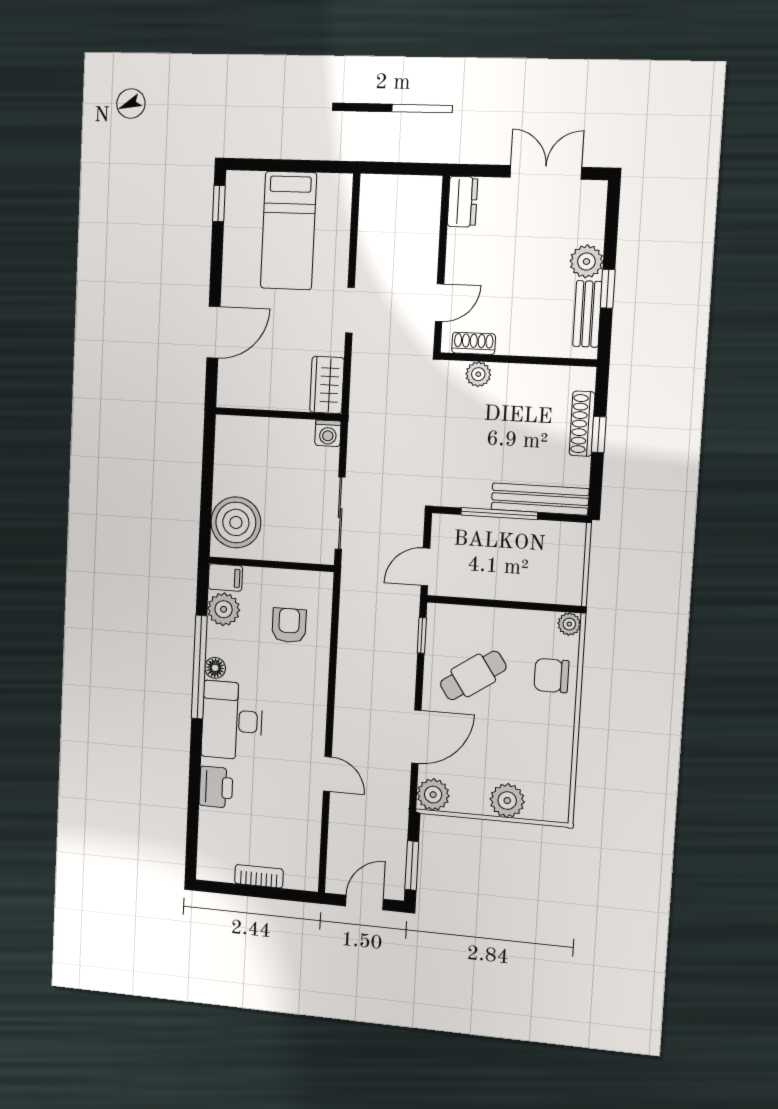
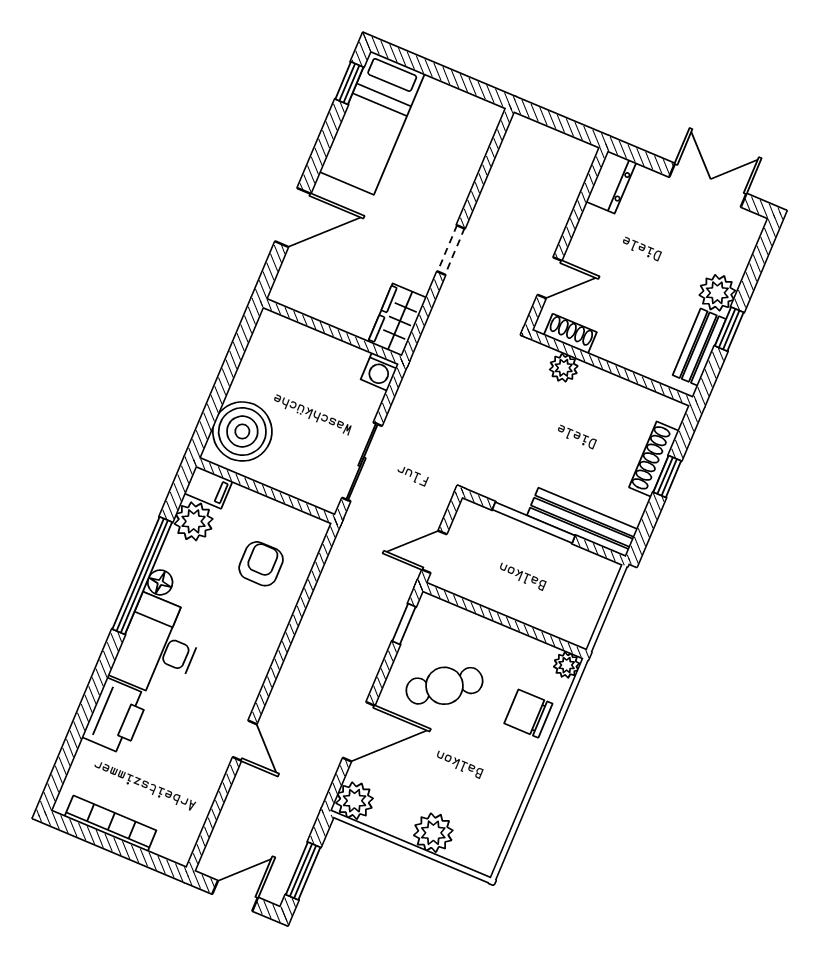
bed: (289, 231) -> (372, 123), moved
printer: (216, 787) -> (116, 716), width x1.37, depth x1.19
bookcase: (259, 876) -> (110, 824), width x1.56

